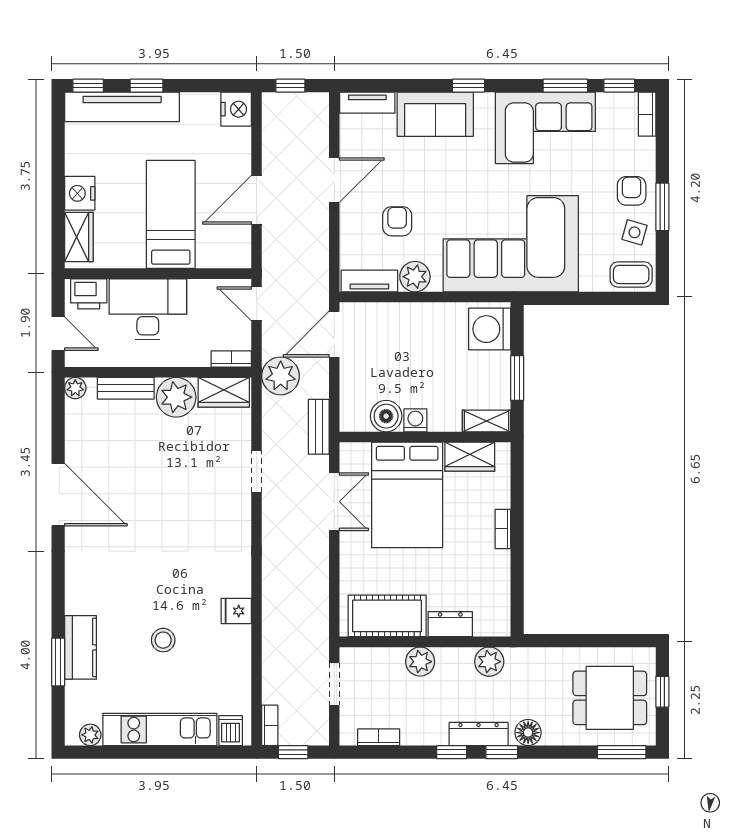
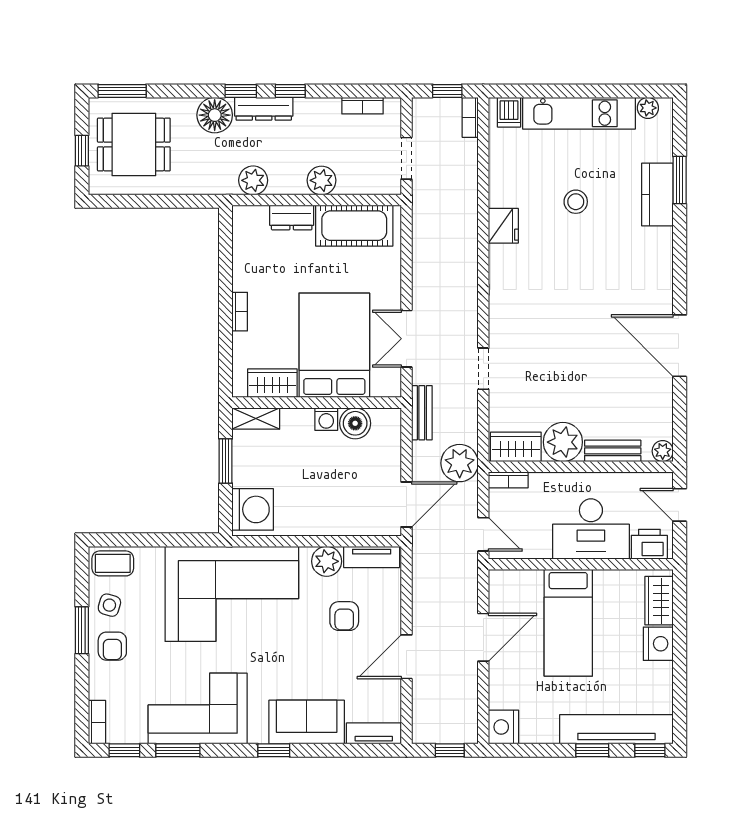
fridge: (236, 611) -> (503, 226), width x1.38
floor lamp: (528, 733) -> (215, 115), width x1.38, depth x1.38

